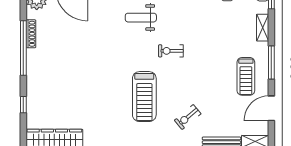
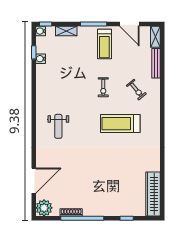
exercise bike: (171, 51) -> (103, 87), moved
treadmill: (246, 76) -> (104, 44), turned 90
treadmill: (144, 97) -> (120, 124), turned 180

